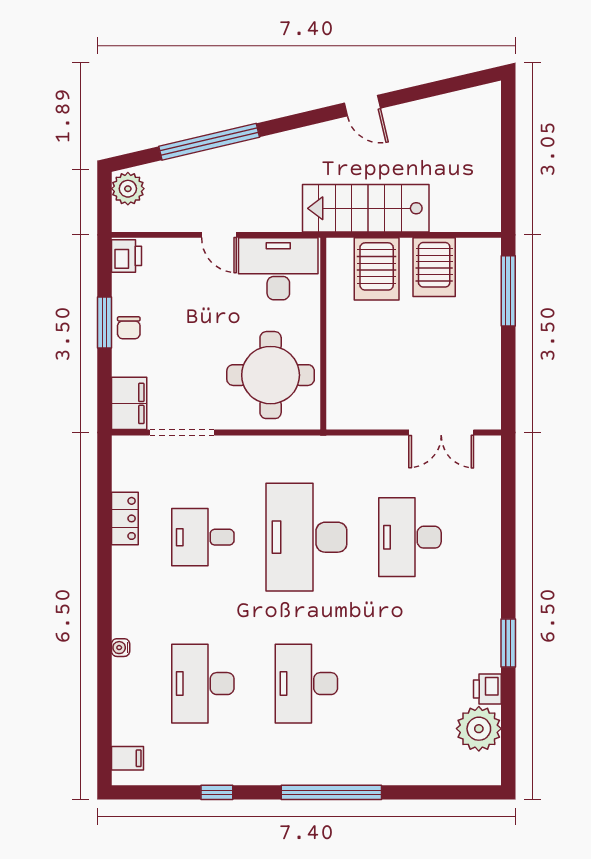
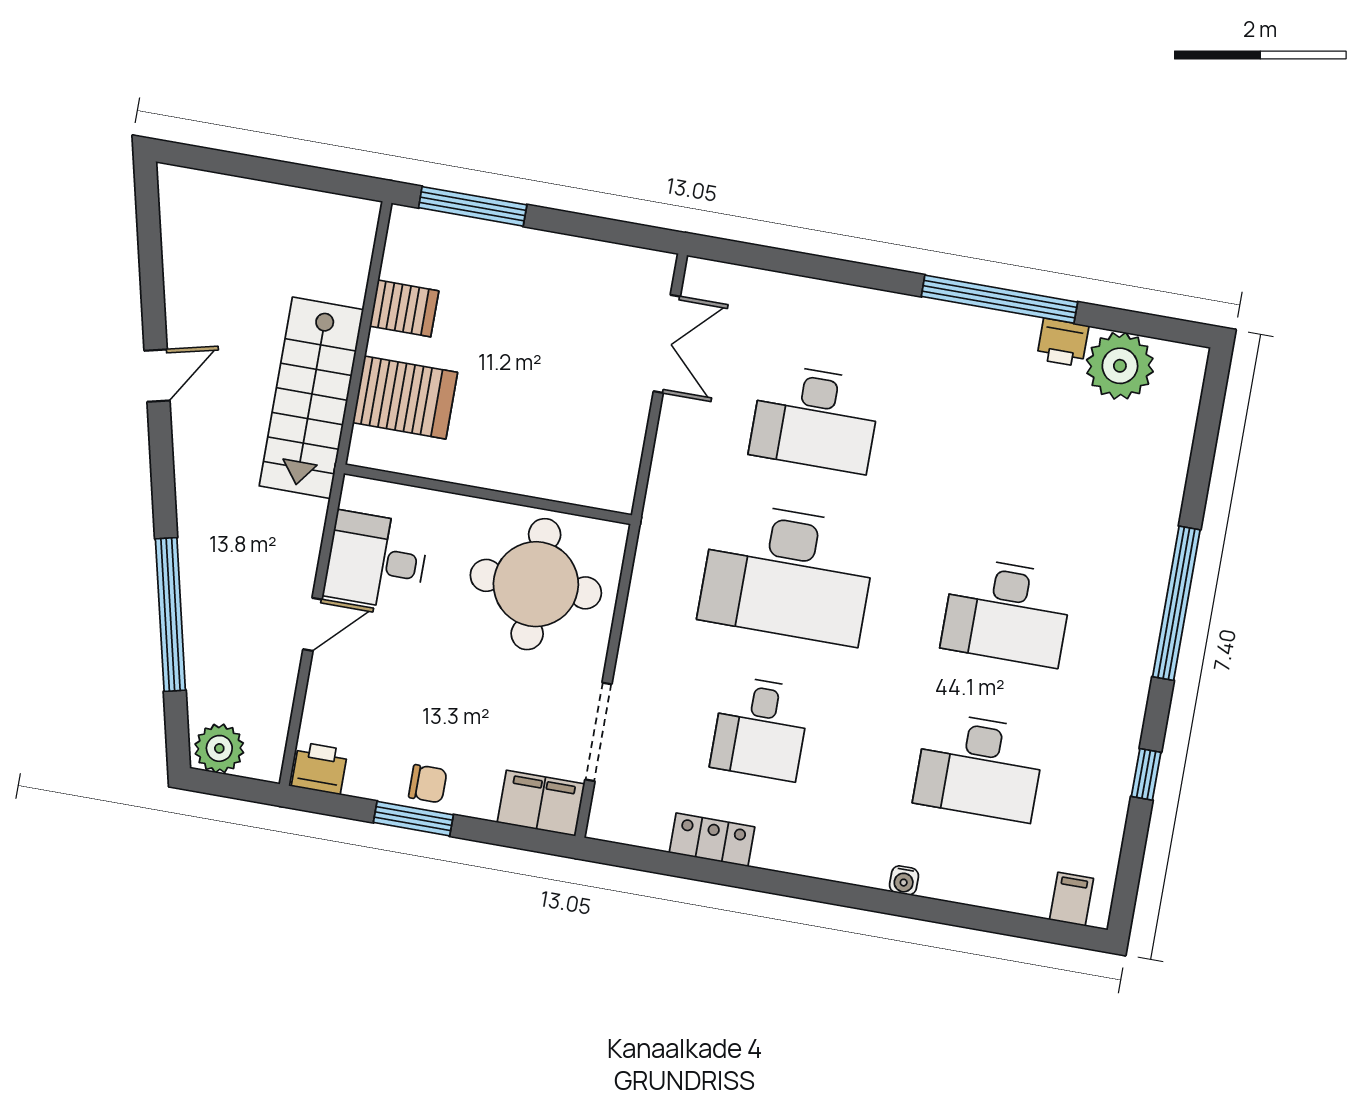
server rack: (434, 267) -> (404, 308), width x0.73, depth x0.70
desk: (278, 269) -> (376, 561), width x0.73
window: (508, 643) -> (999, 299), width x2.11

